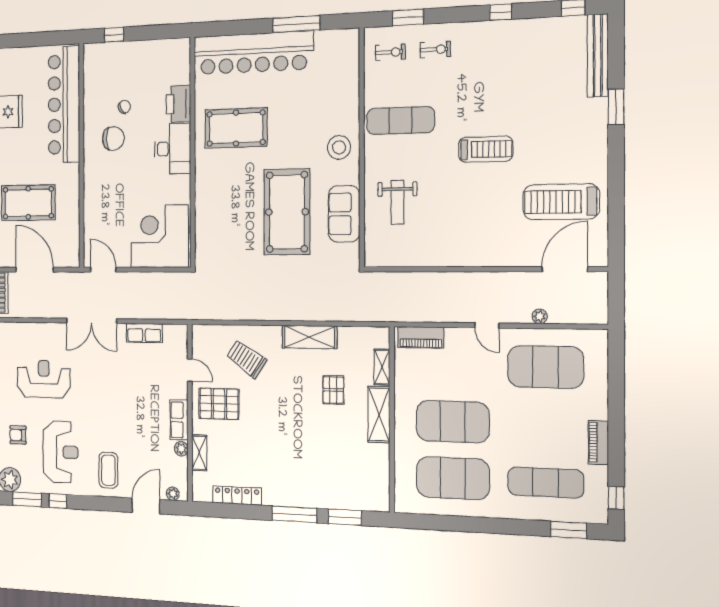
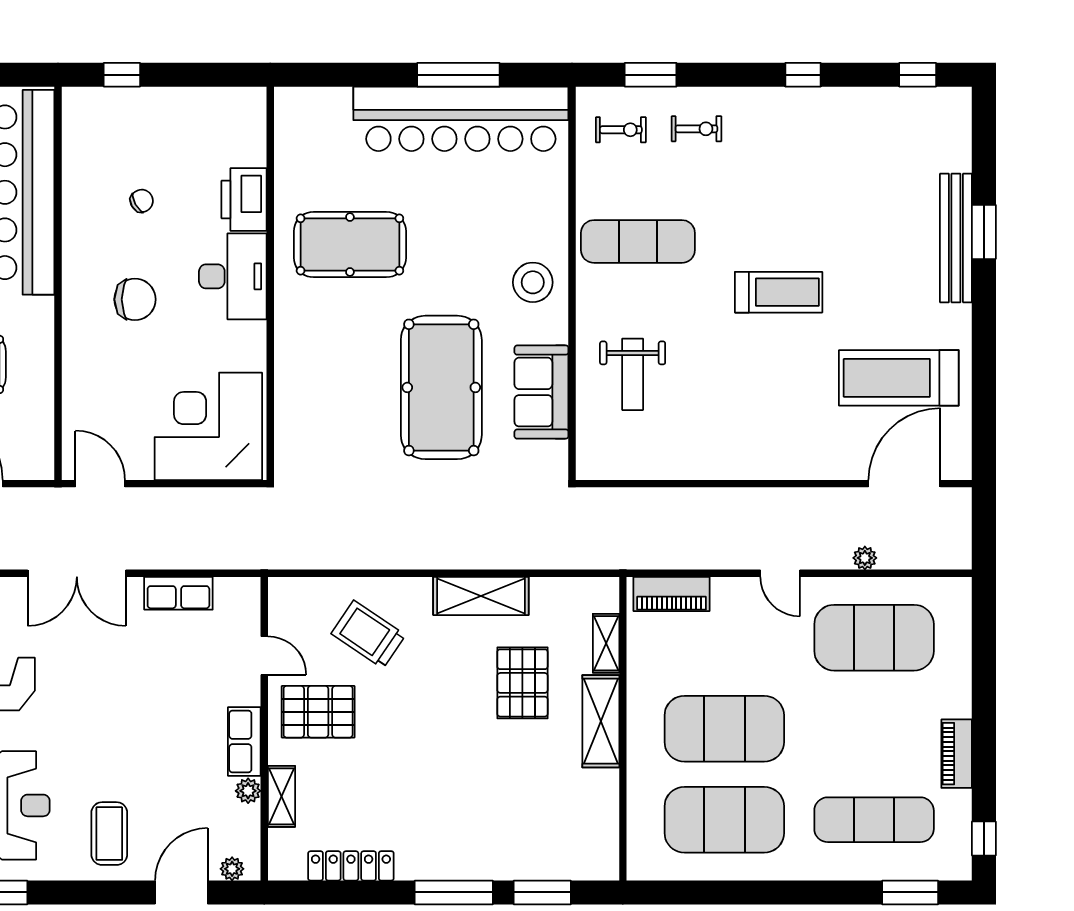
bar counter: (253, 53) -> (461, 119), moved
bench: (598, 55) -> (956, 238), moved
chair: (113, 139) -> (135, 299), moved
pallet: (333, 390) -> (522, 683), width x1.50, depth x1.42

